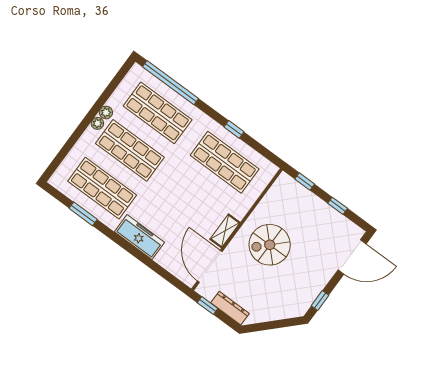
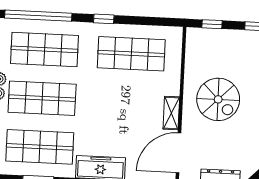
window: (234, 129) -> (104, 19), moved
spiral stairs: (270, 245) -> (218, 99), turned -90
door: (210, 266) -> (179, 153), hinge flipped

